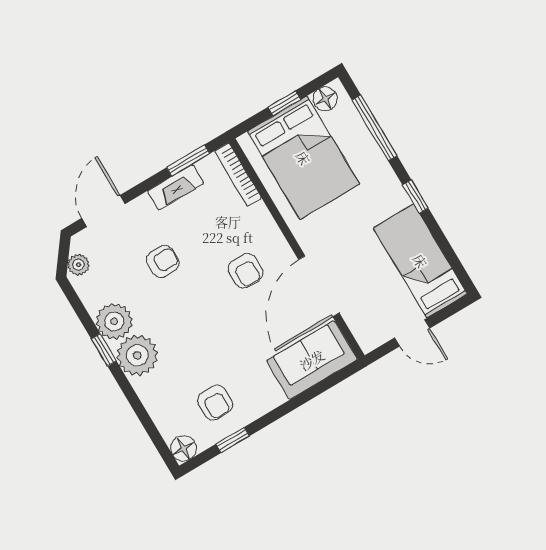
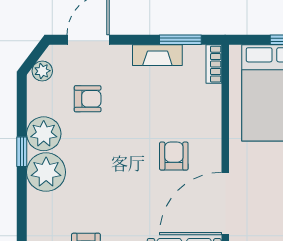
bookcase: (238, 174) -> (214, 64), width x0.64
armchair: (163, 261) -> (88, 99), moved
armchair: (246, 271) -> (174, 156), turned 180

